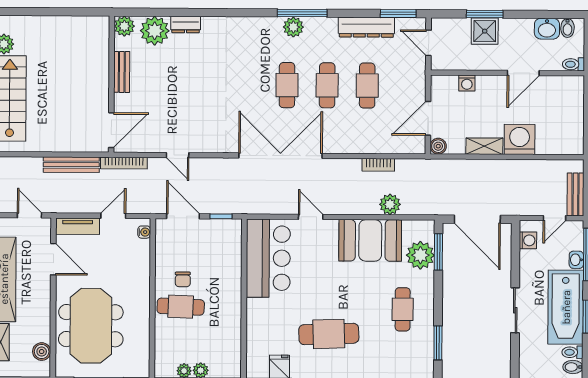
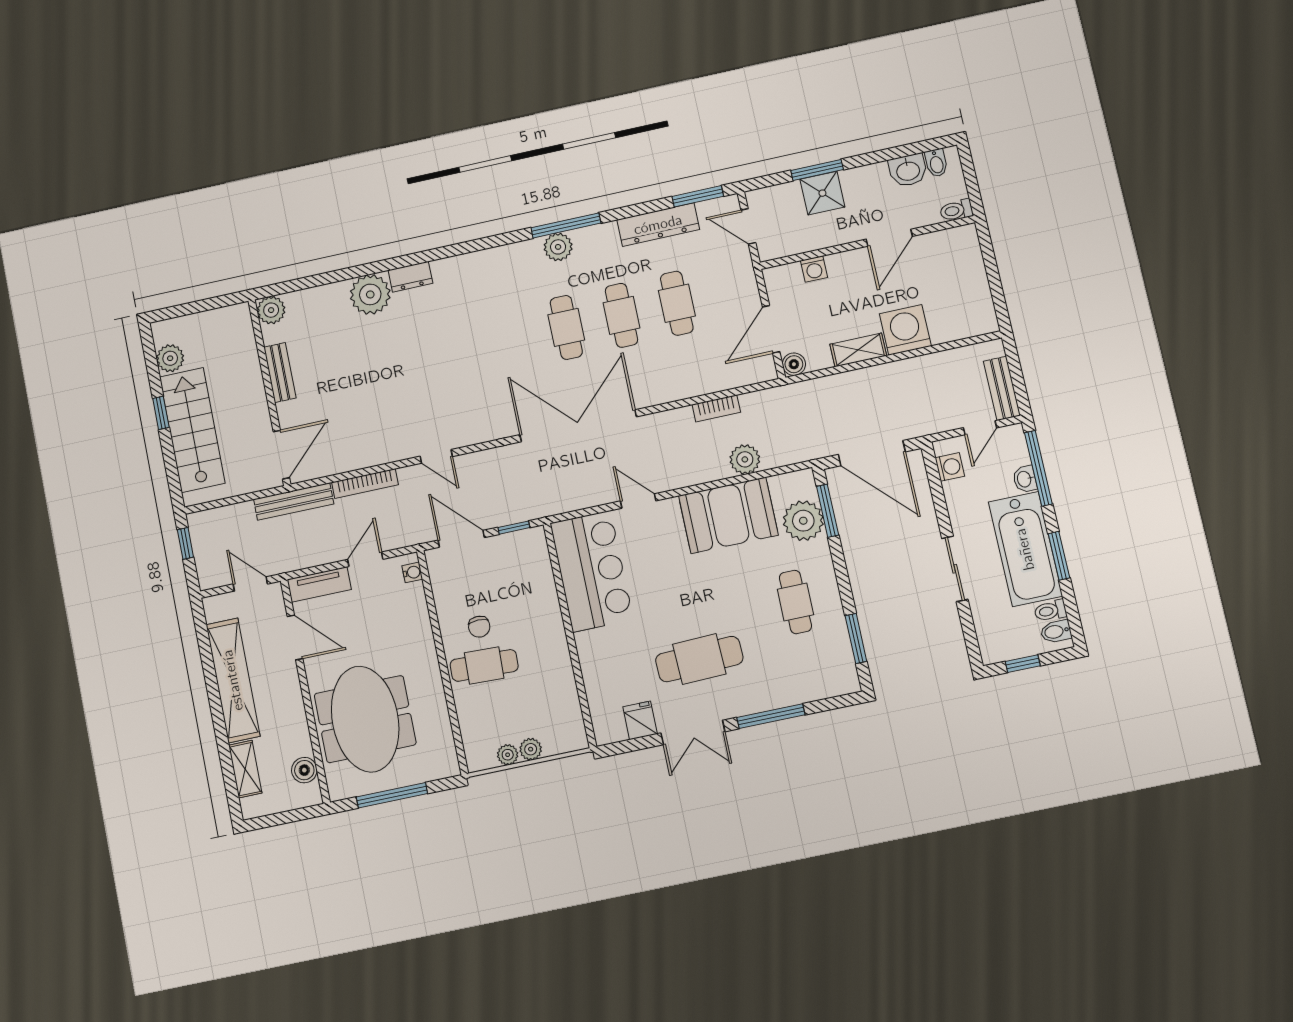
plant: (124, 26) -> (271, 310), moved
bench: (122, 72) -> (280, 373), moved
wall: (111, 84) -> (269, 392), moved
door: (111, 130) -> (281, 455), moved

